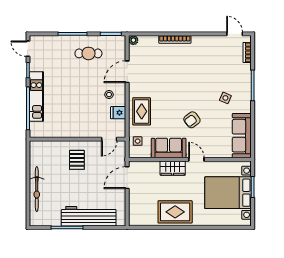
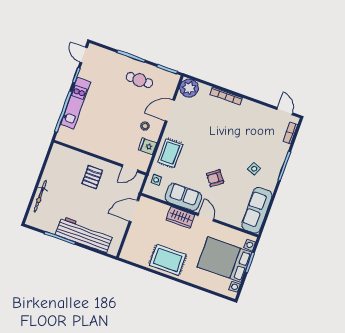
plant: (133, 40) -> (189, 88), width x1.88, depth x1.88
bicycle: (37, 189) -> (40, 196), width x0.73, depth x0.71

